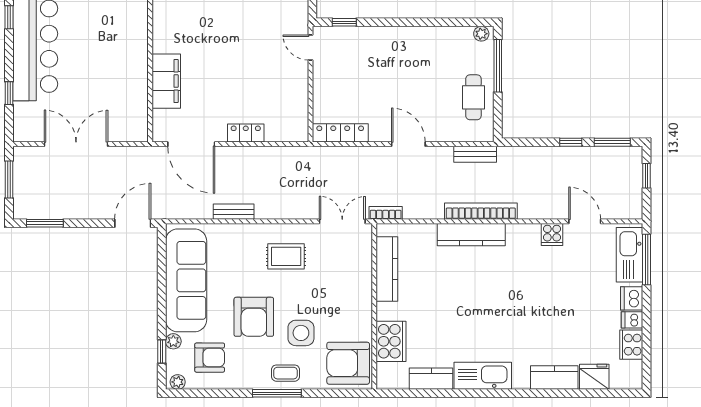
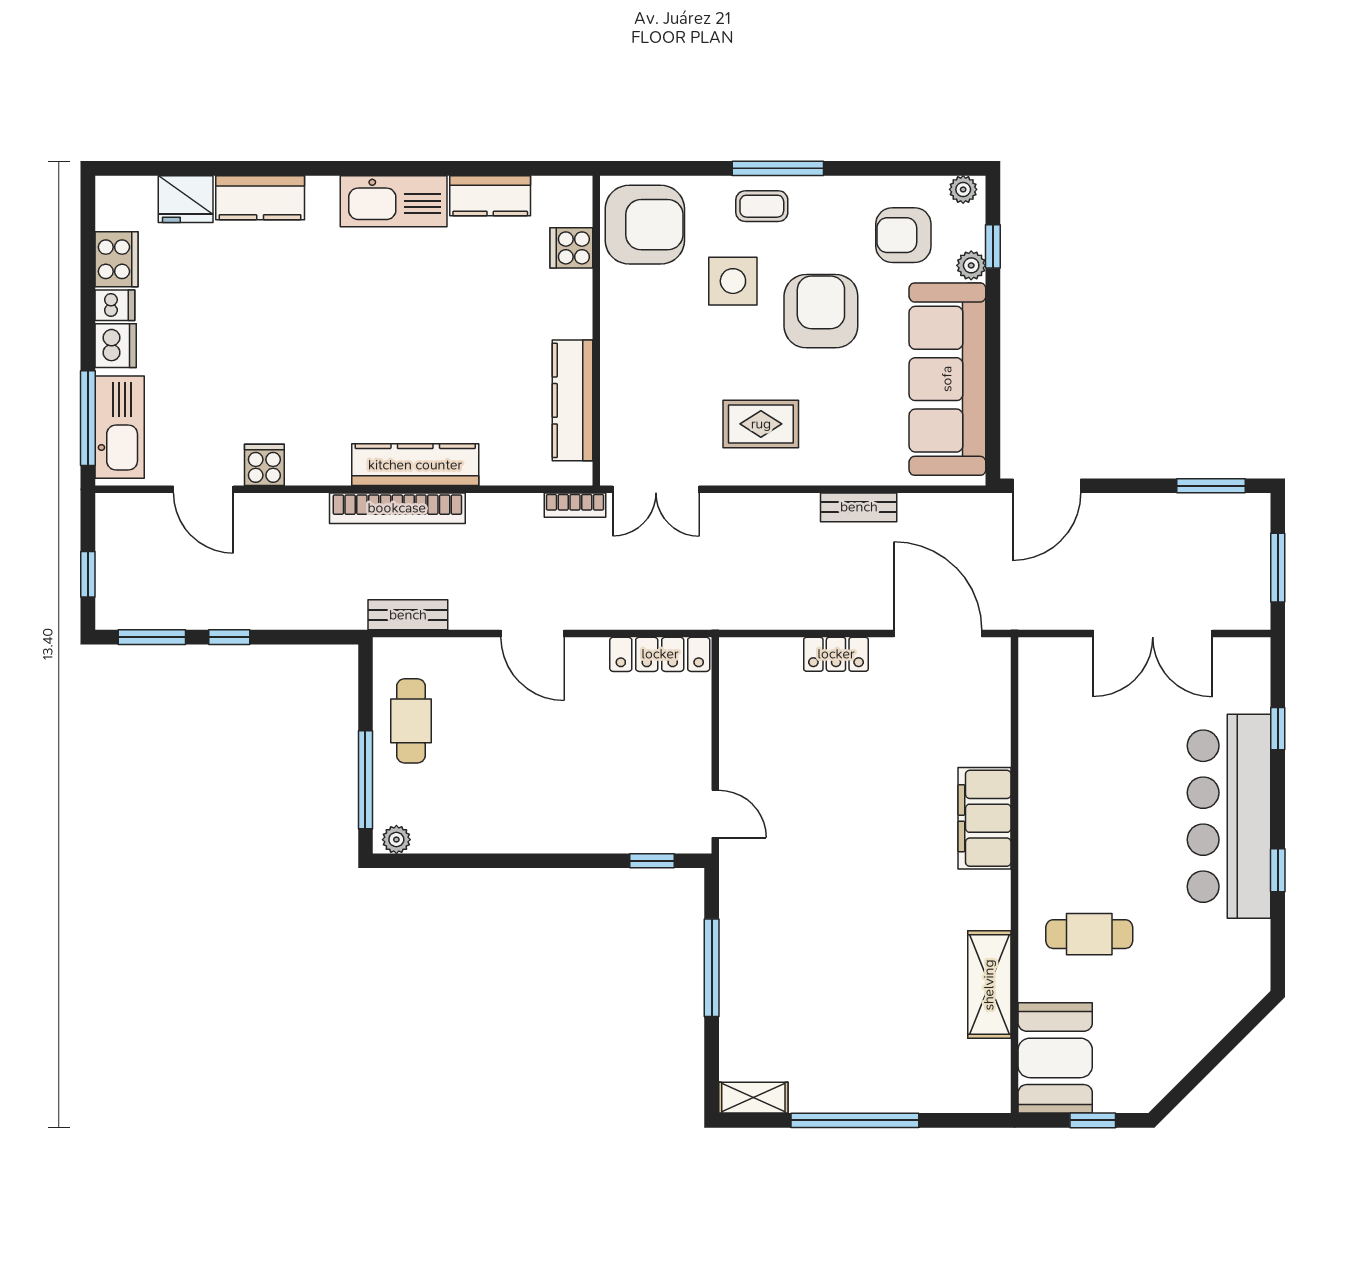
filing cabinet: (166, 81) -> (985, 818), moved
cooker: (391, 341) -> (571, 248), width x0.53, depth x0.76

